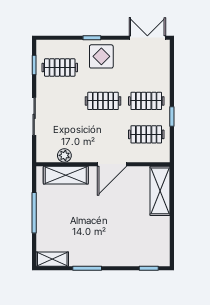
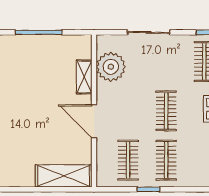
plant: (64, 155) -> (111, 67), width x1.87, depth x1.87
shelving: (66, 175) -> (84, 77), width x0.67, depth x0.75

